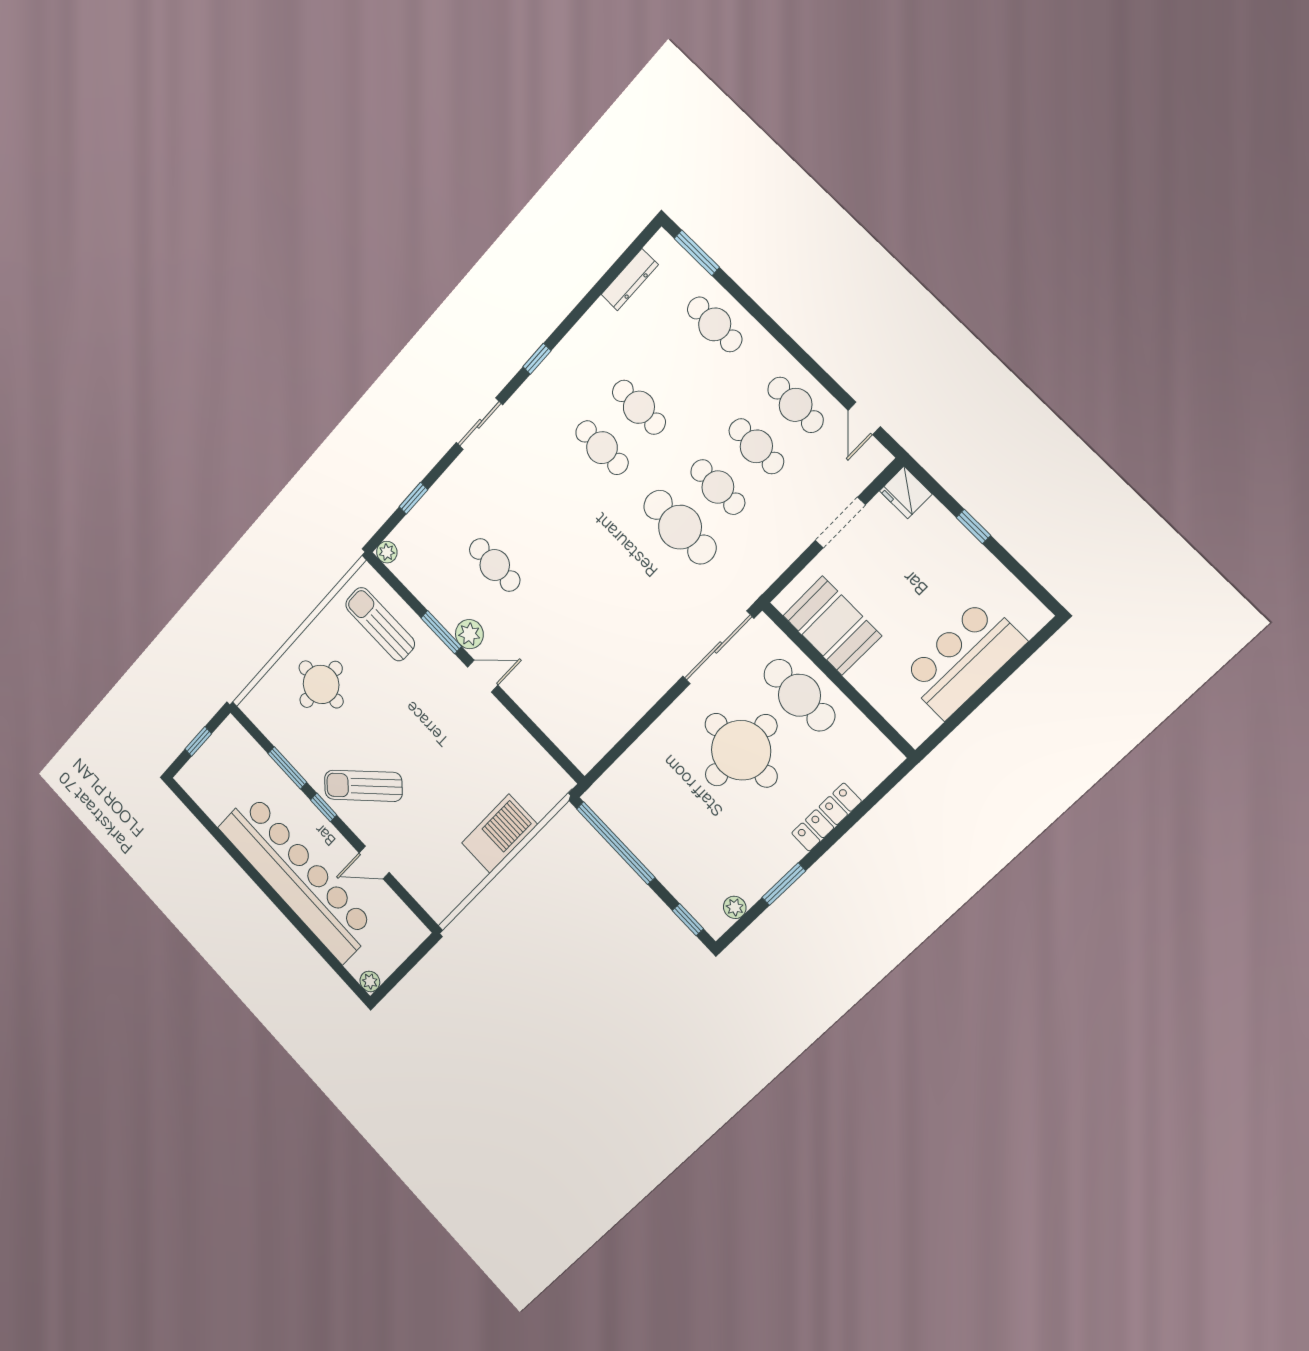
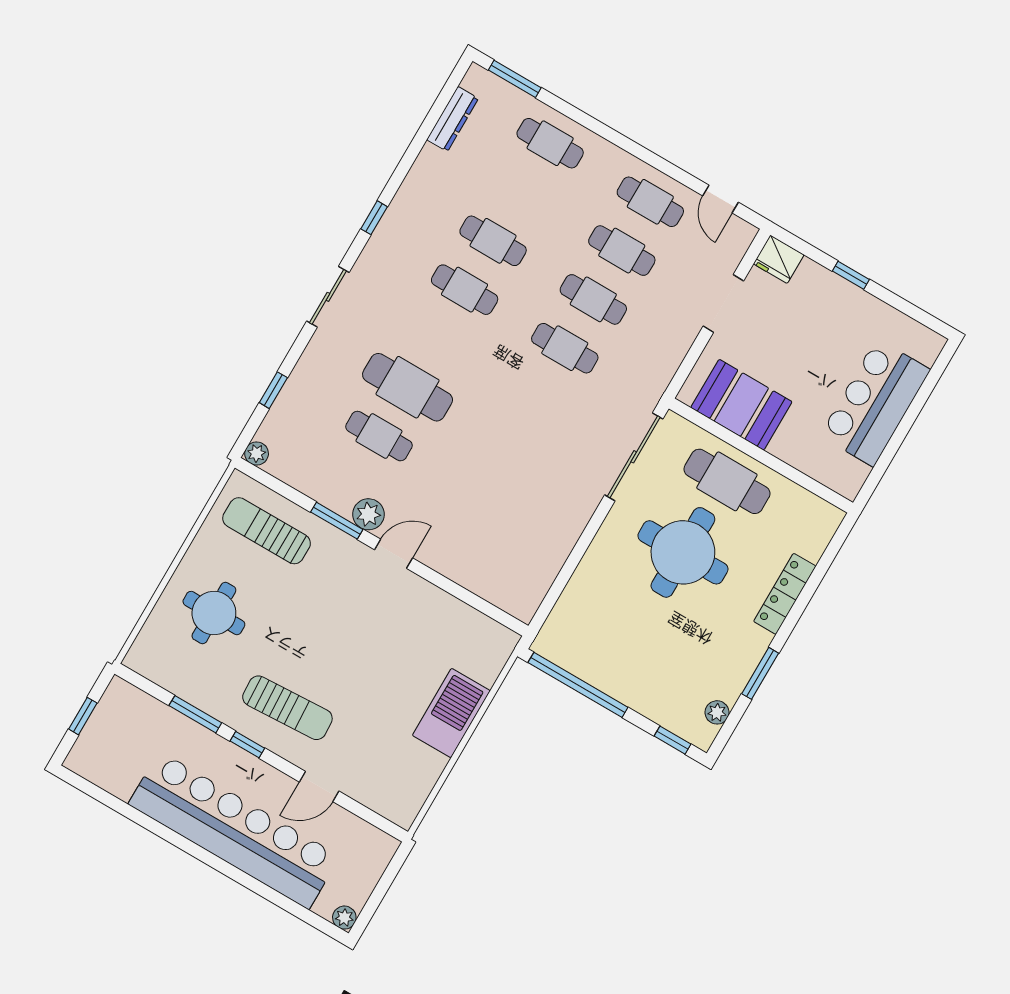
cafe table: (530, 527) -> (408, 387), added
cafe table: (680, 527) -> (565, 348), width x0.73, depth x0.74
sun lounger: (363, 786) -> (287, 708), turned -138

